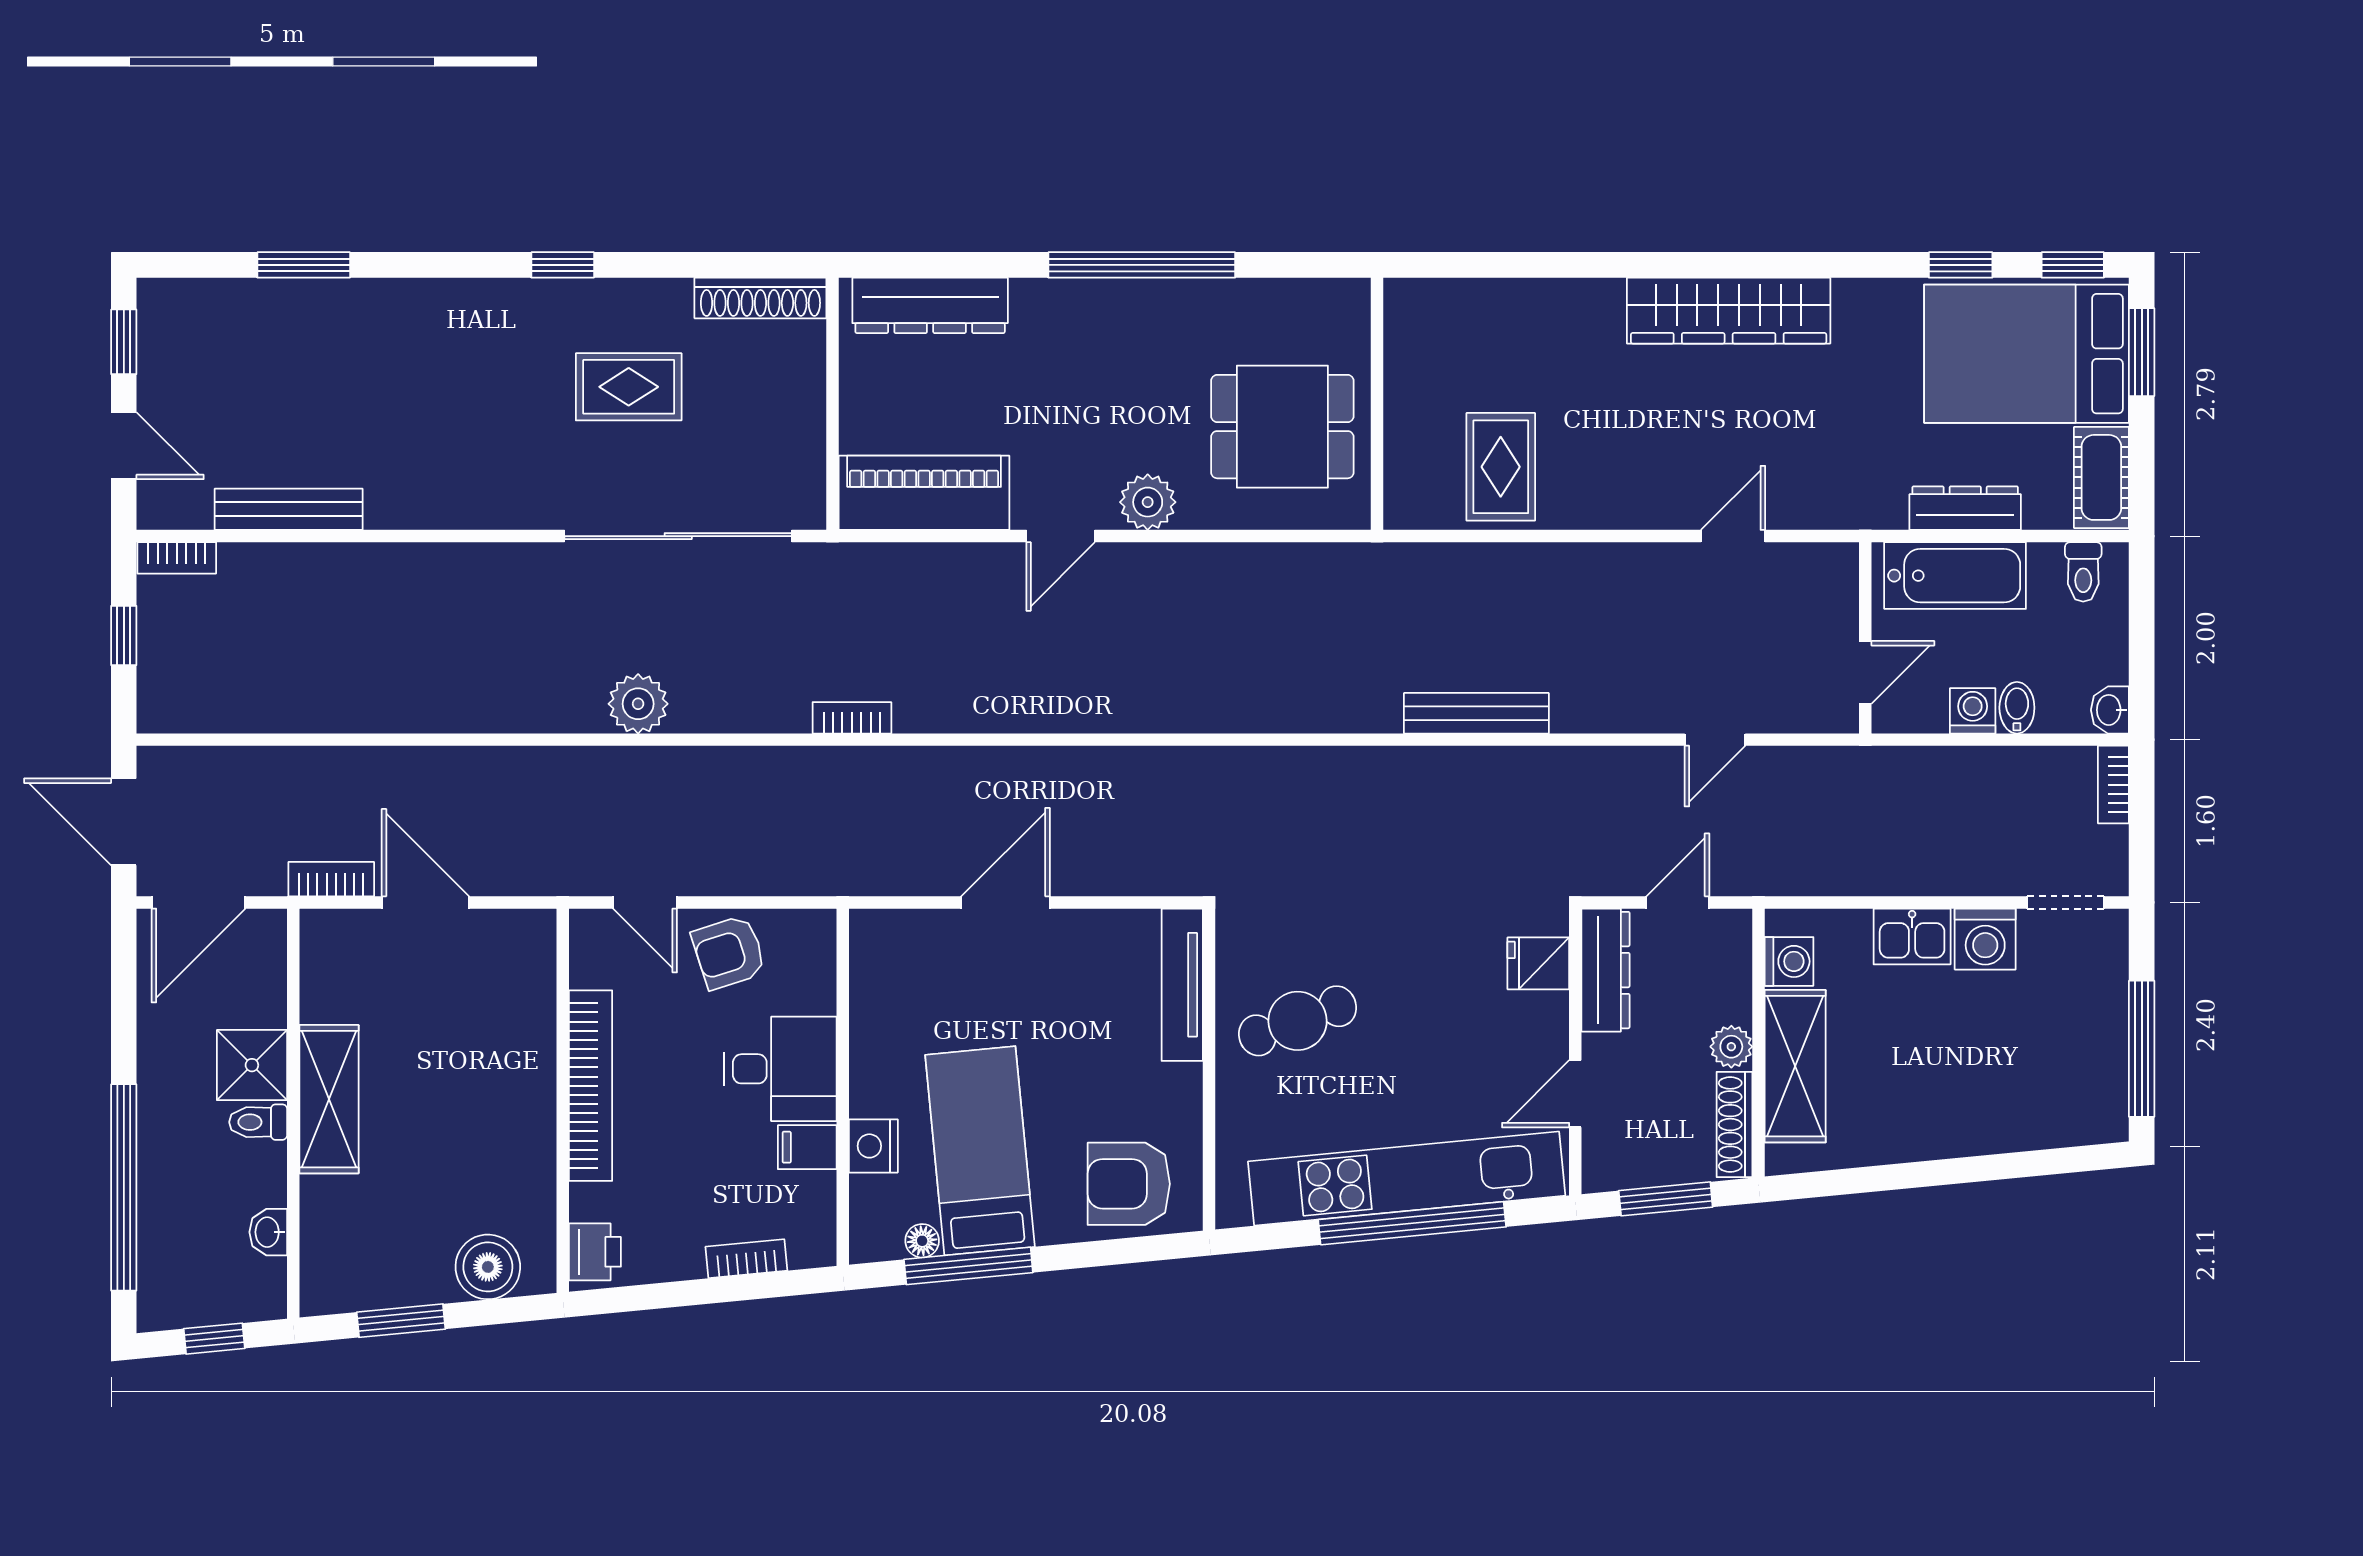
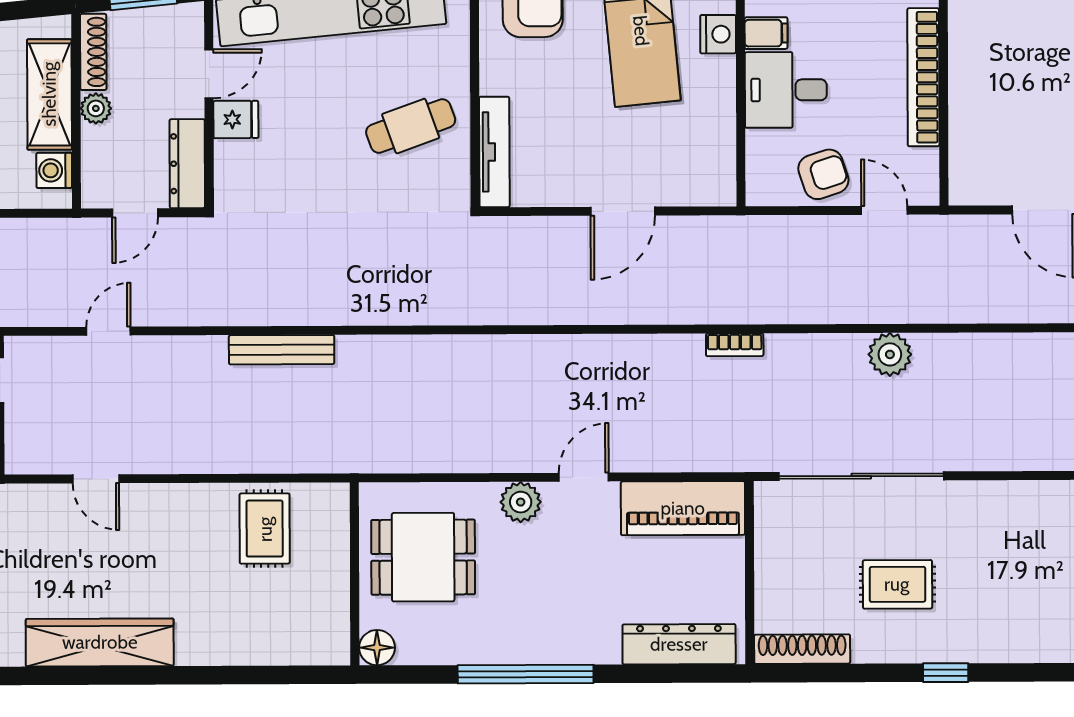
floor lamp: (1346, 302) -> (377, 648), added
door: (1733, 536) -> (96, 479), hinge flipped
fridge: (1538, 963) -> (236, 119), moved

